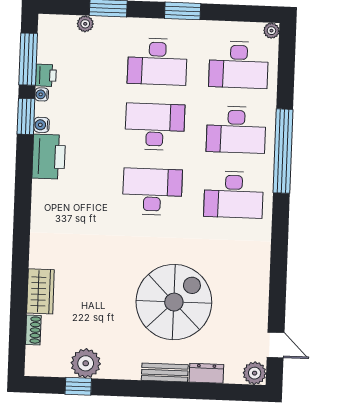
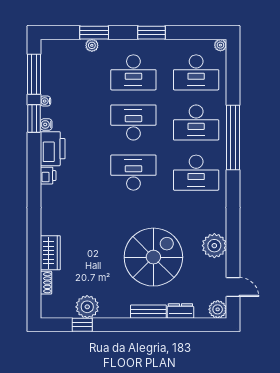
plant: (85, 24) -> (92, 45), moved
printer: (46, 75) -> (48, 176), moved
plant: (253, 290) -> (214, 246), added

